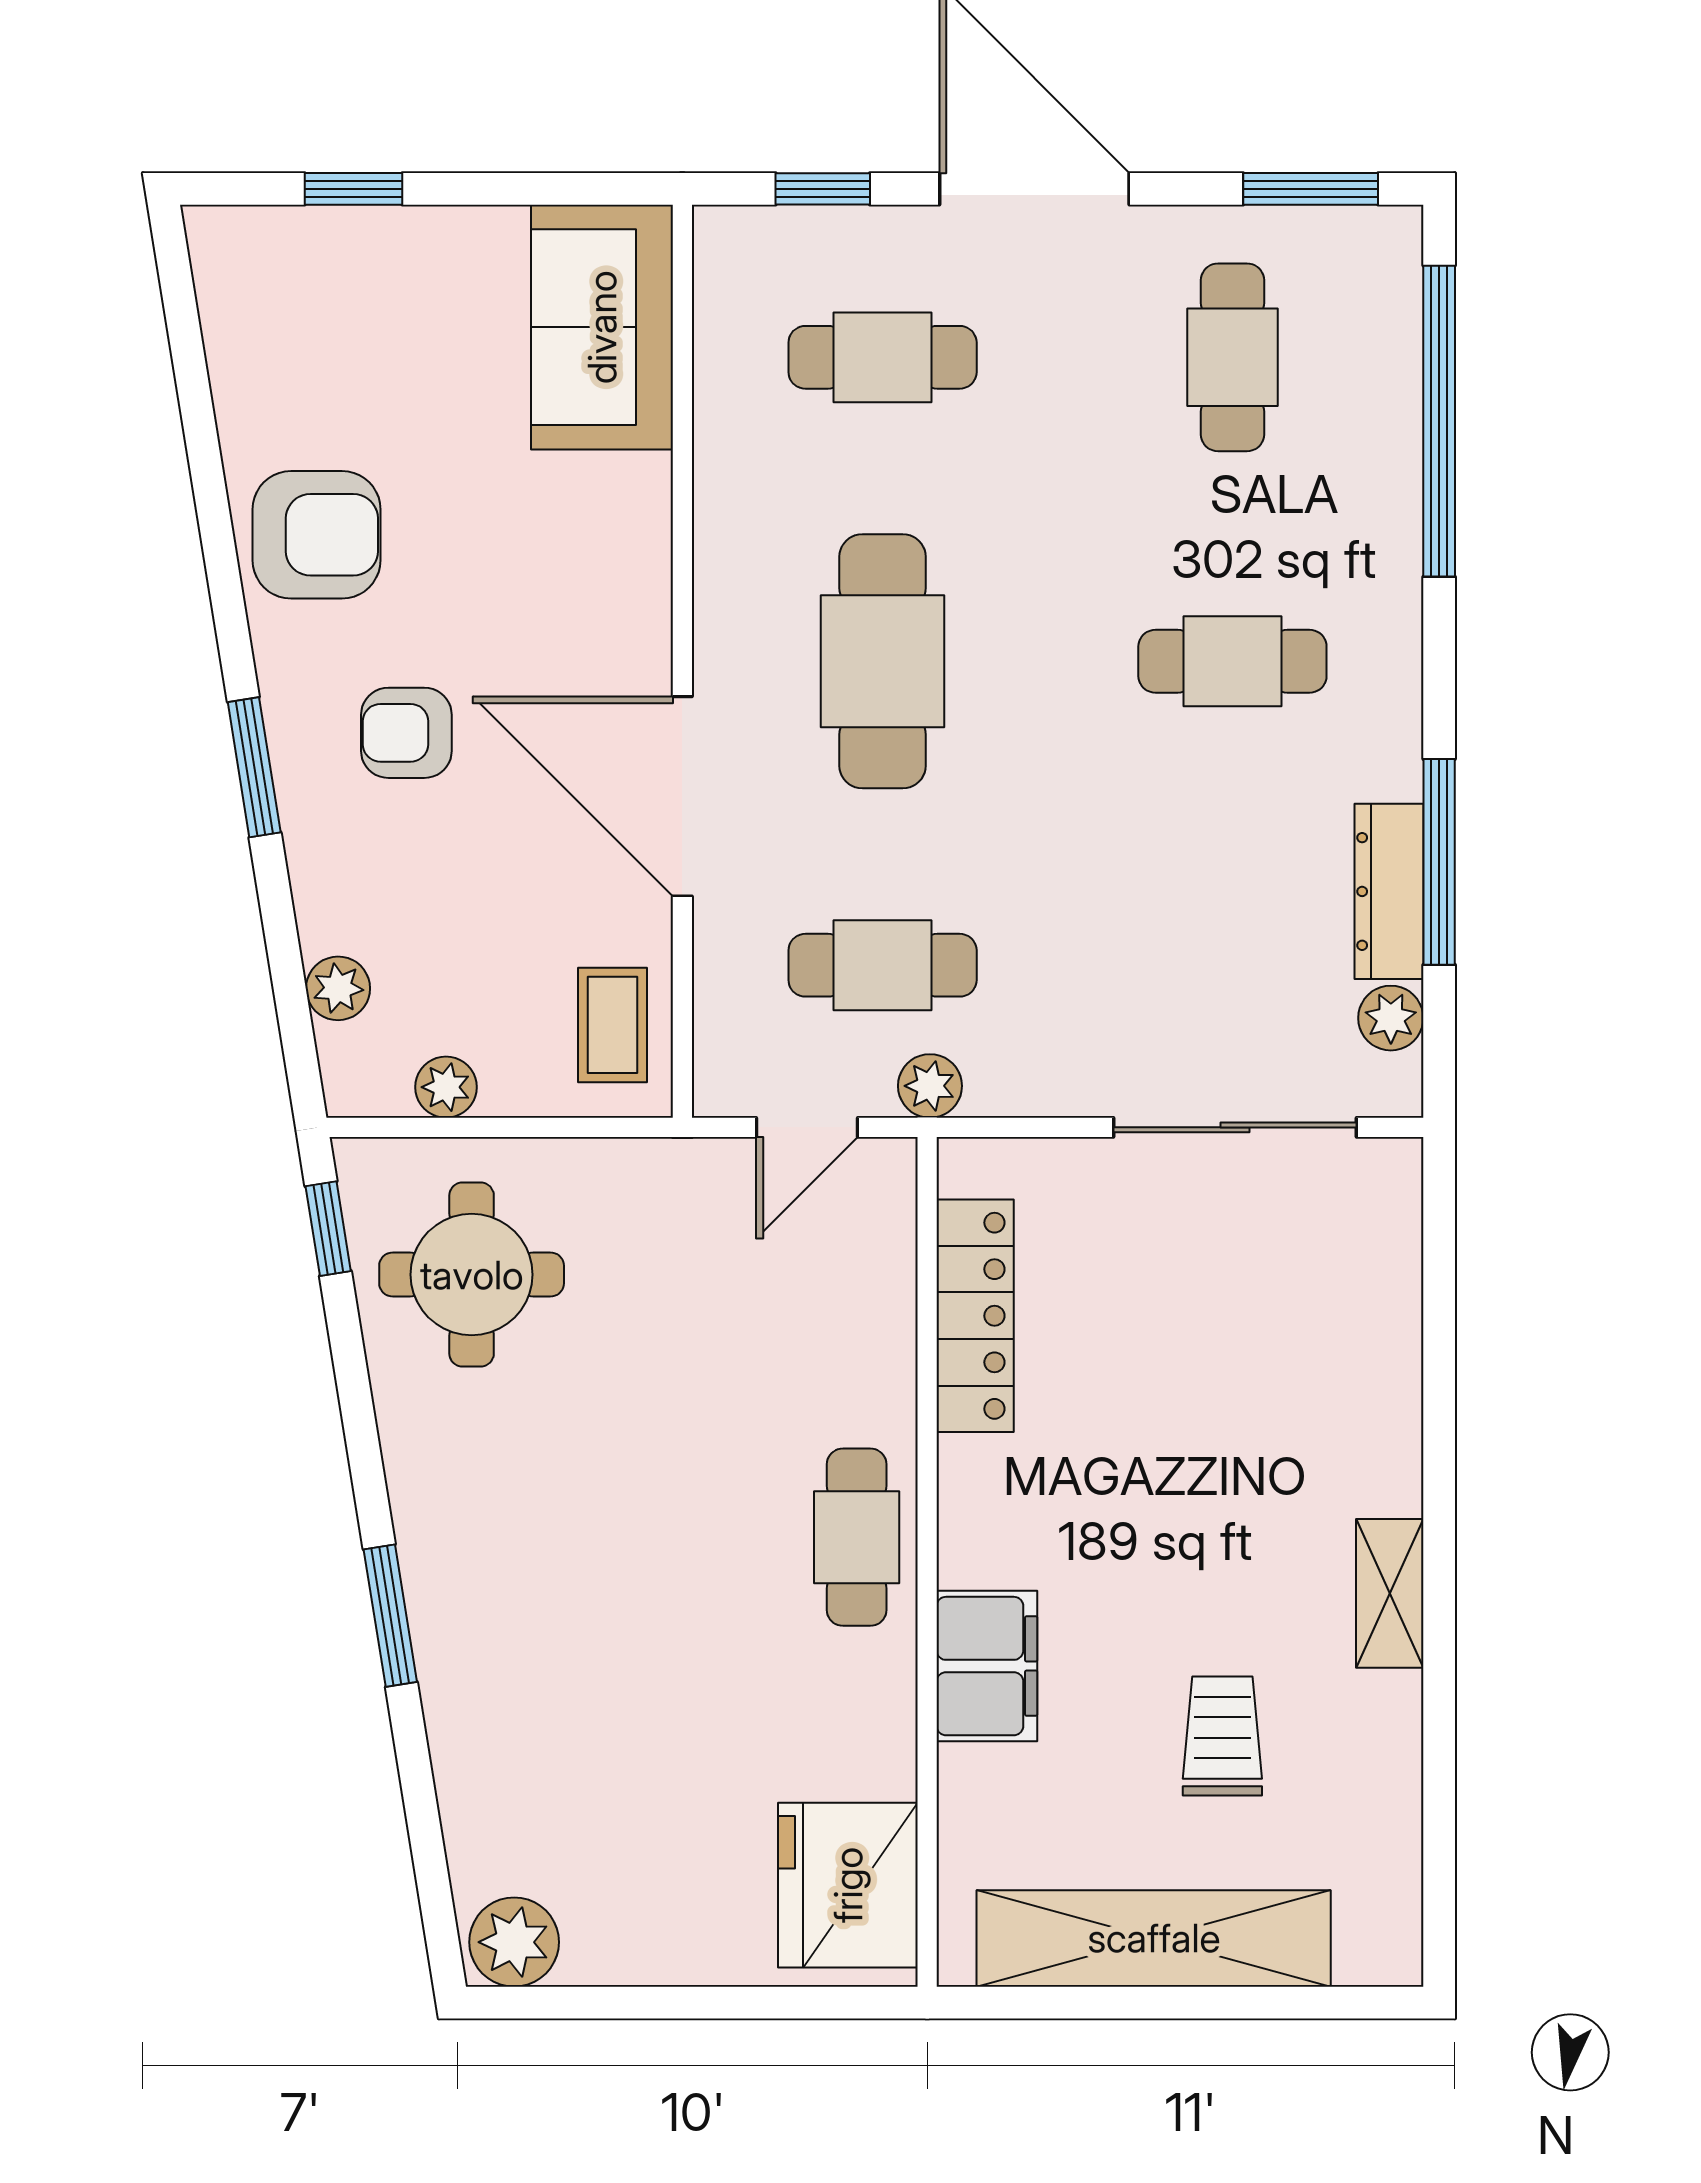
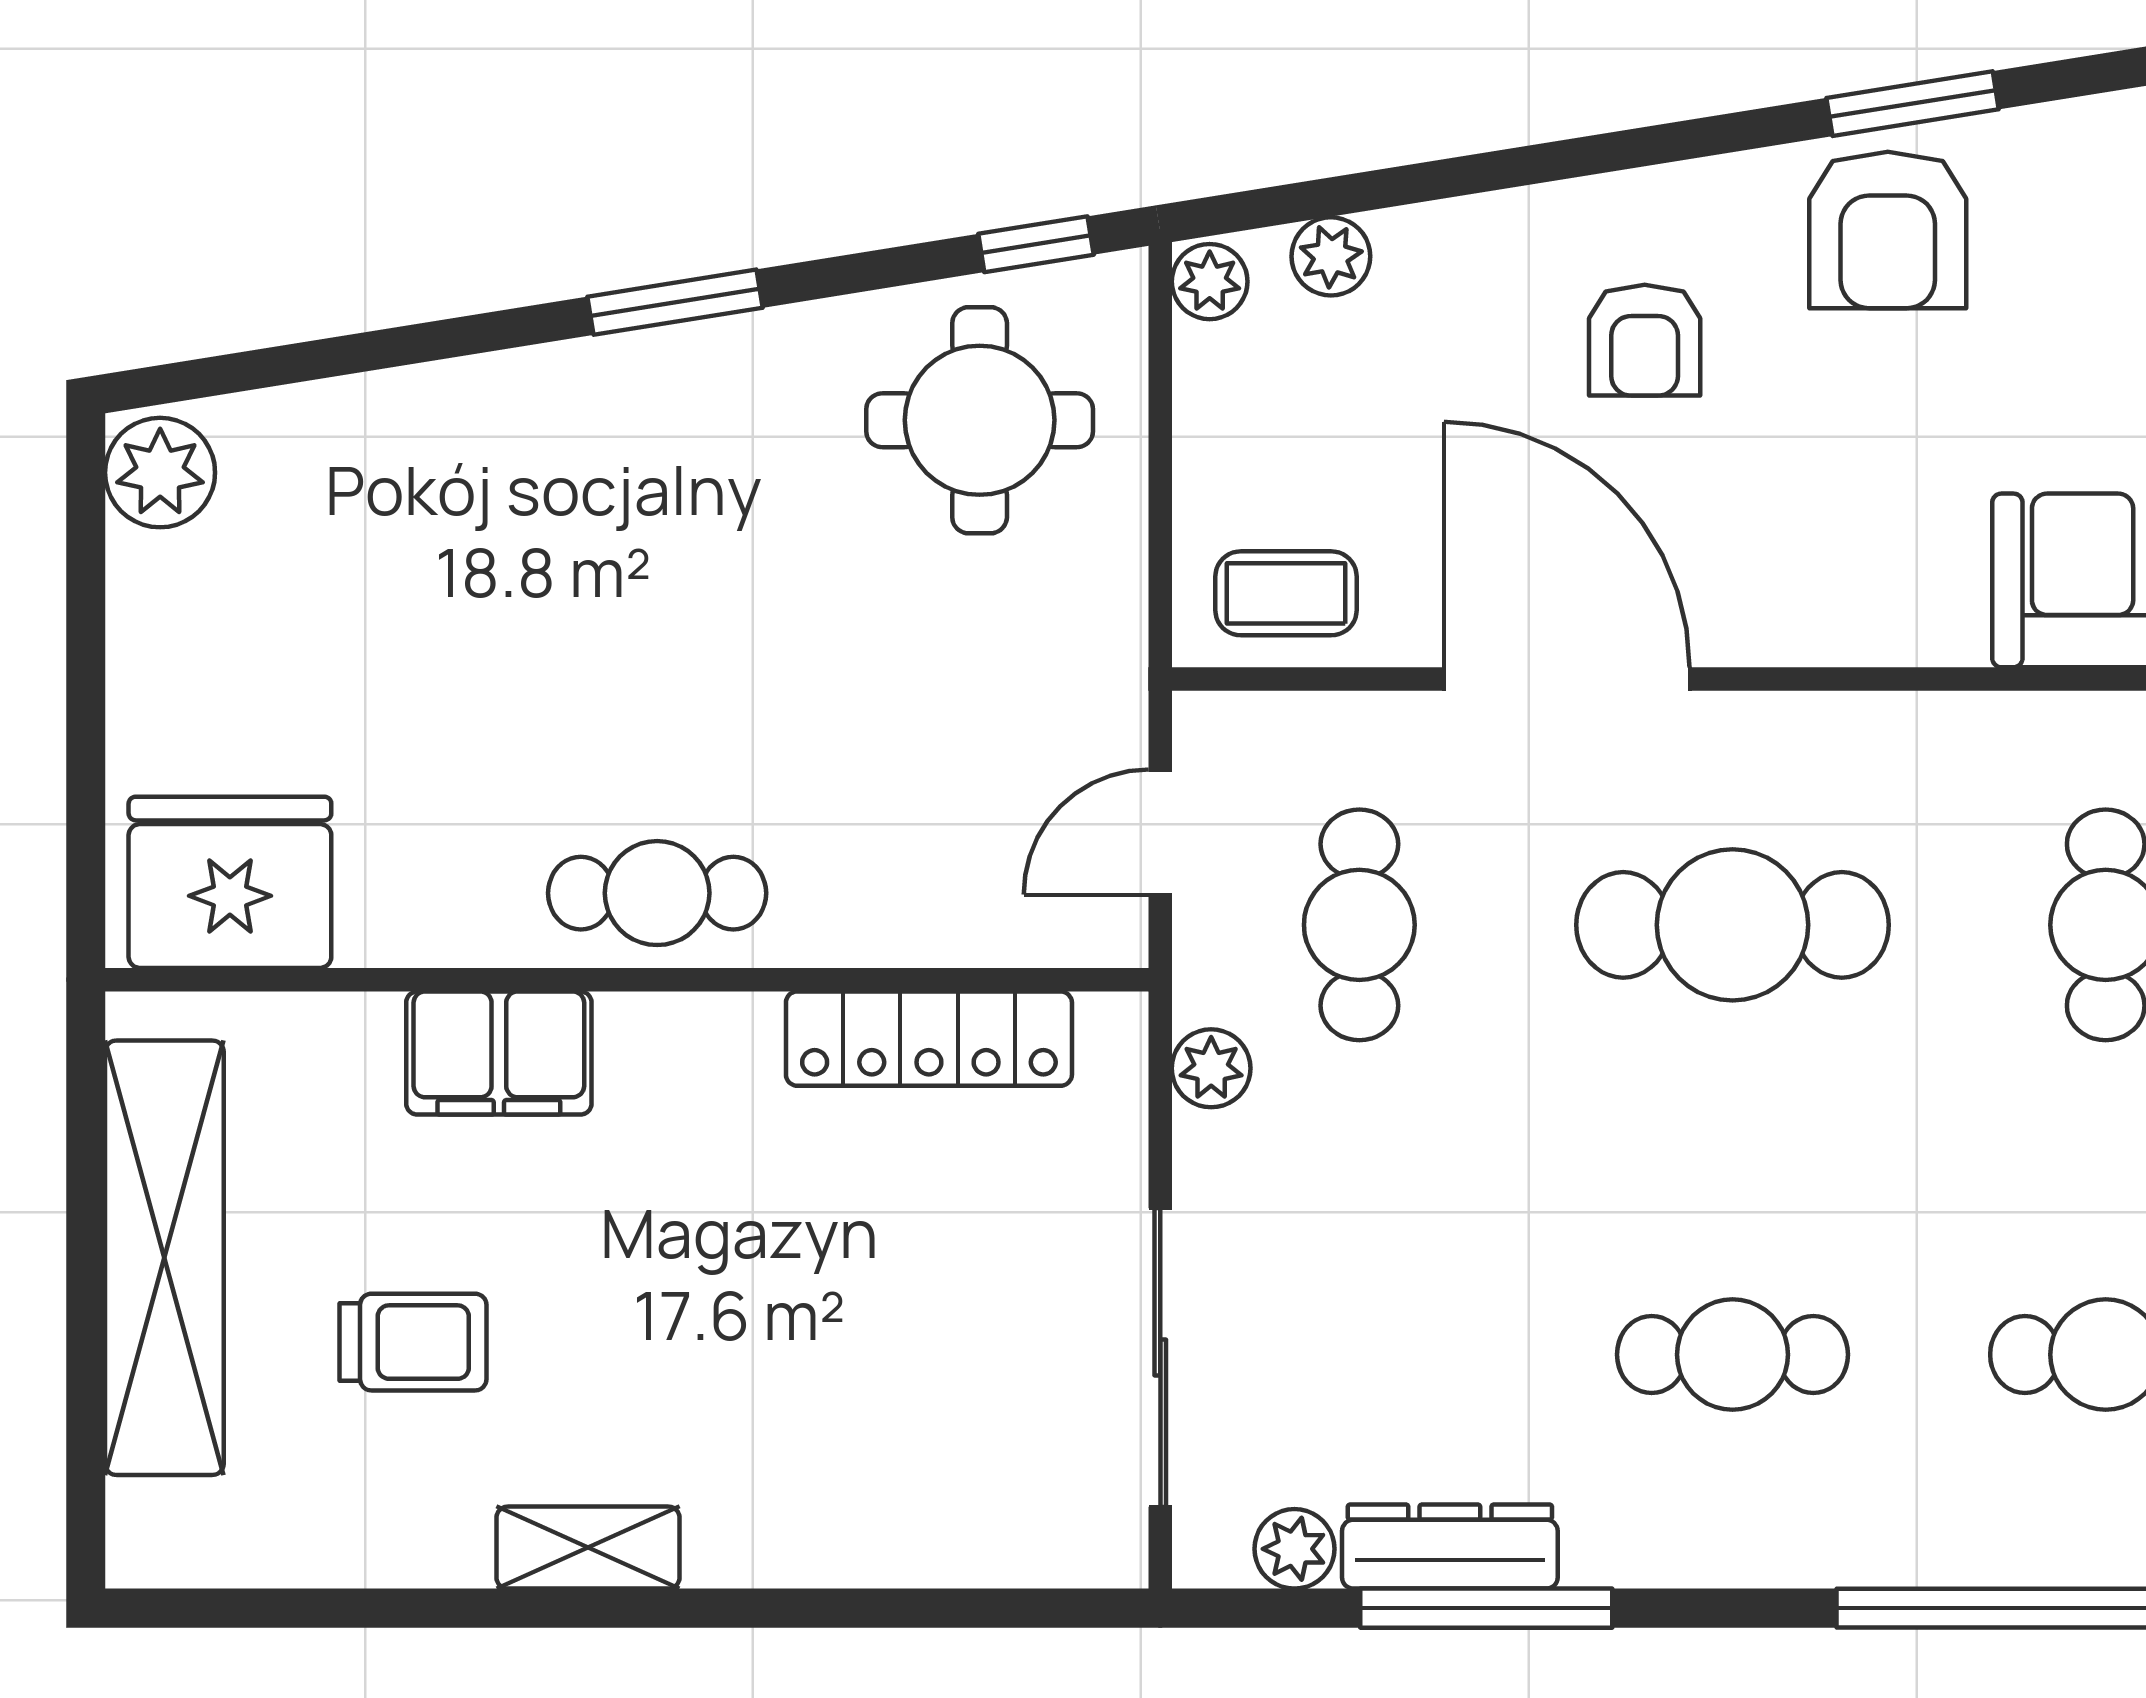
cafe table: (1232, 661) -> (1733, 1355), turned 90
armchair: (406, 733) -> (1645, 340), turned 180
window: (254, 767) -> (1913, 104), moved
door: (682, 796) -> (1567, 679), hinge flipped
plant: (930, 1086) -> (1211, 1068), moved
plant: (446, 1087) -> (1210, 282), moved
door: (807, 1127) -> (1160, 832), hinge flipped
window: (390, 1616) -> (675, 302), moved

